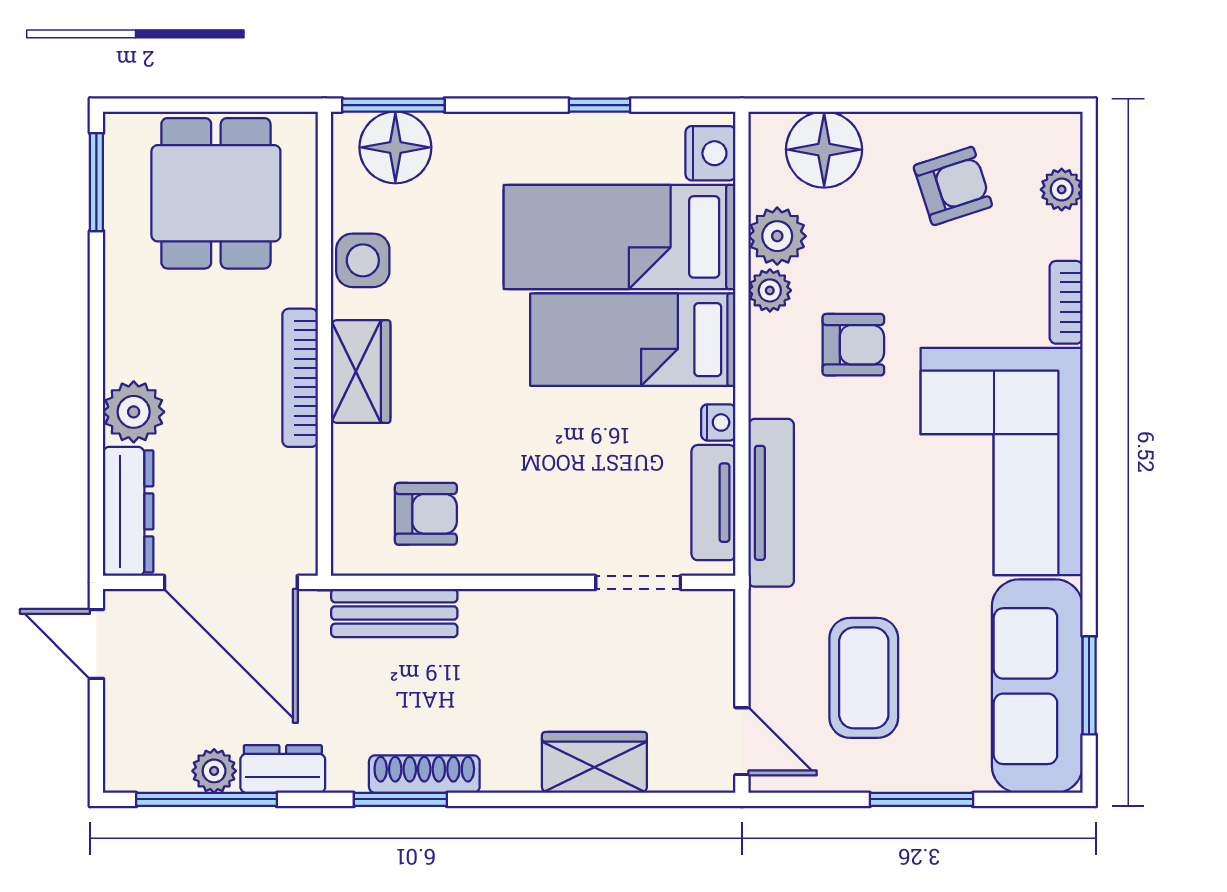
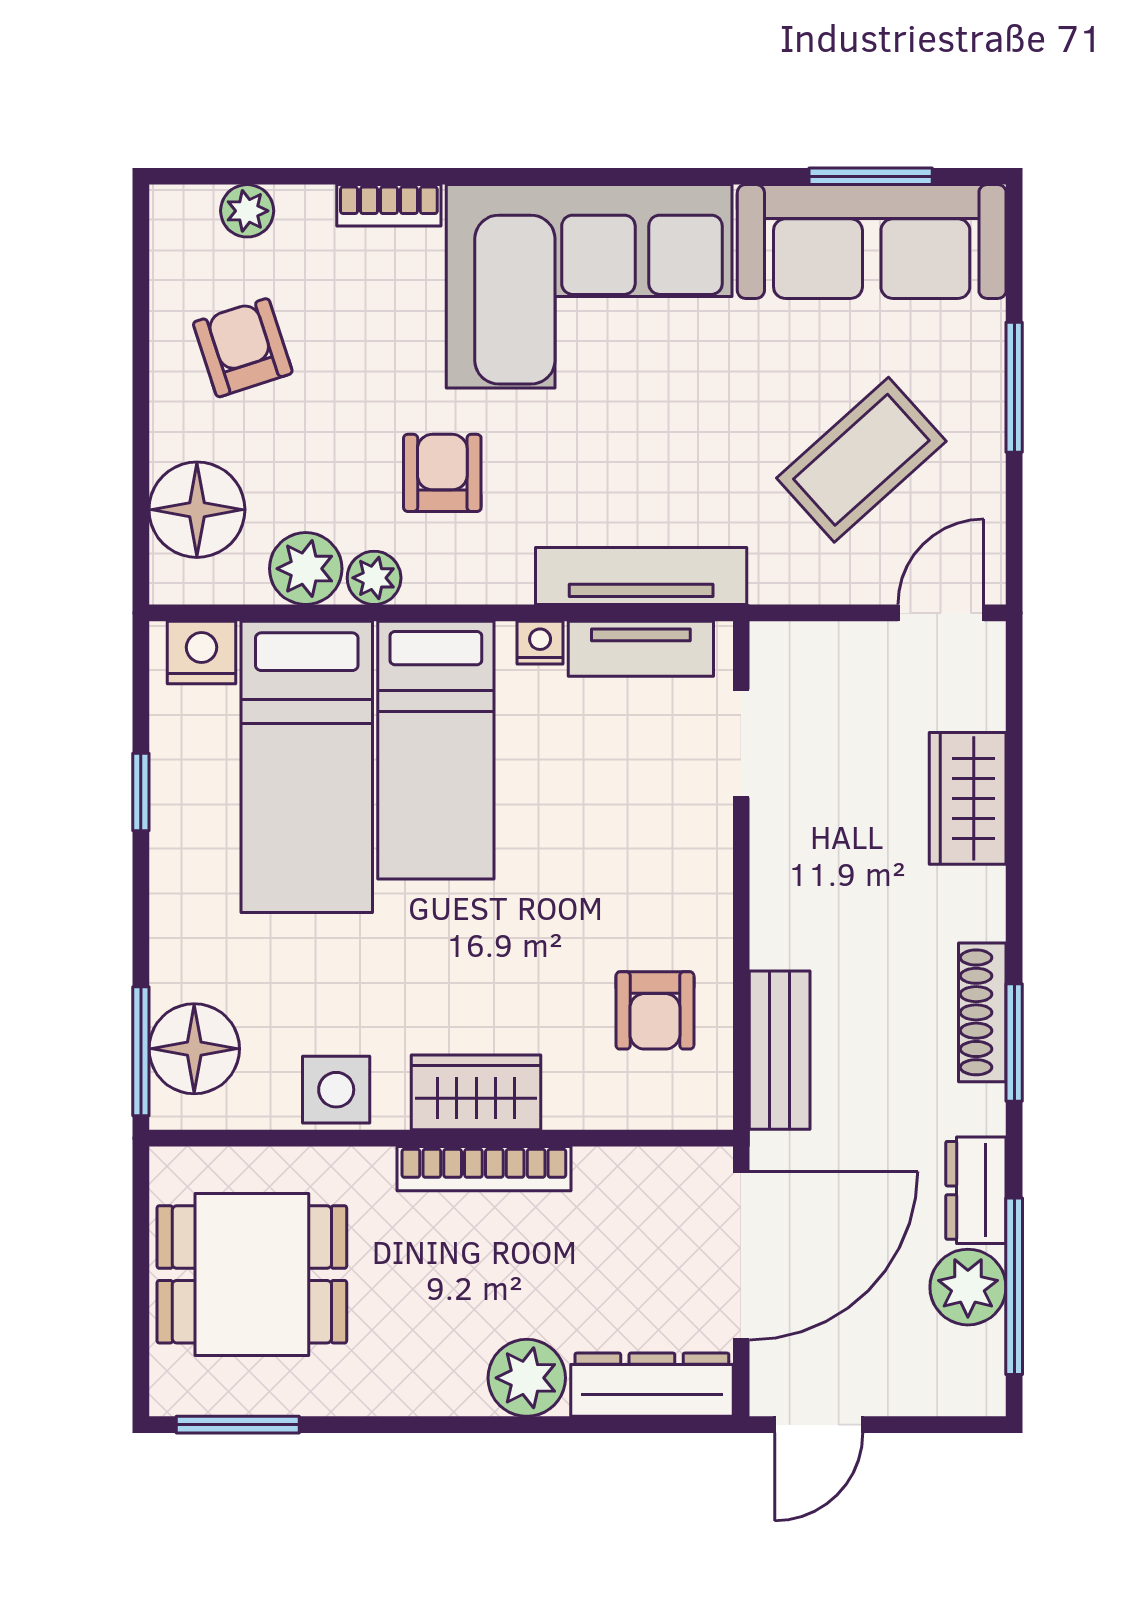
armchair: (426, 514) -> (655, 1010), turned 180
coffee table: (864, 678) -> (861, 460), turned -42
plant: (214, 771) -> (968, 1287), width x1.38, depth x1.38

